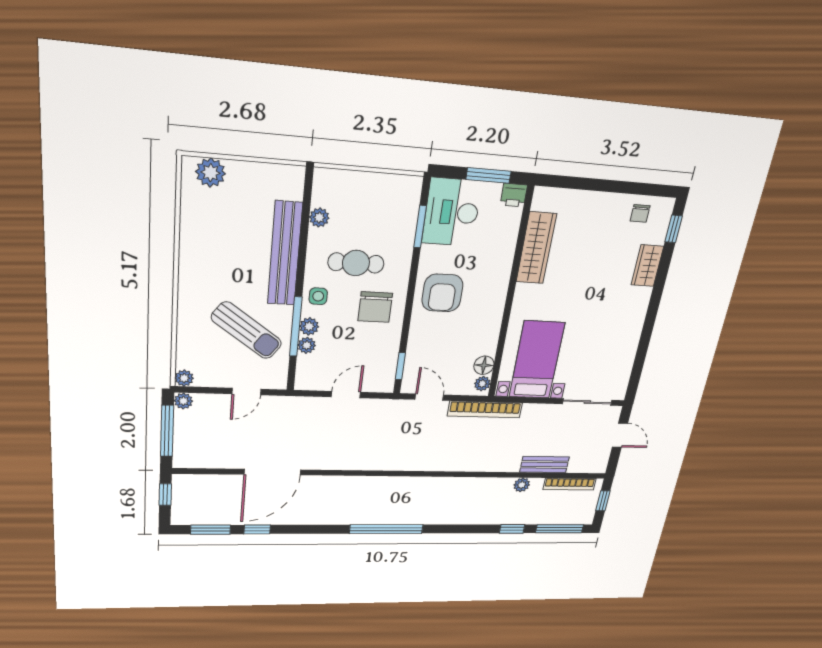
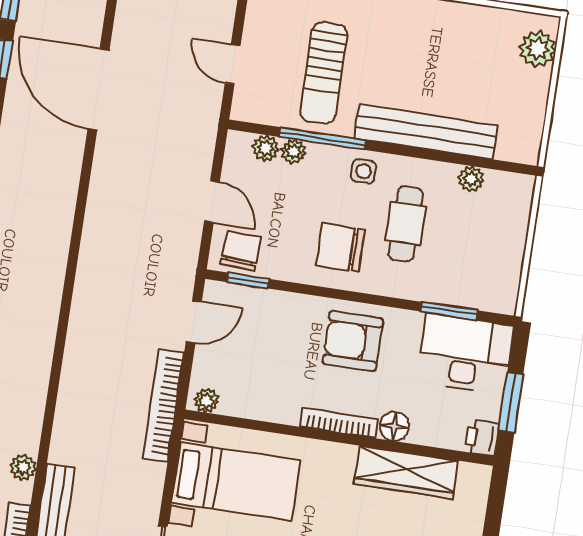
bookcase: (500, 297) -> (339, 423), added
plant: (309, 326) -> (266, 148), moved
sun lounger: (247, 330) -> (324, 73), turned -36
floor lamp: (484, 365) -> (394, 426), moved
chair: (379, 373) -> (241, 251), added

